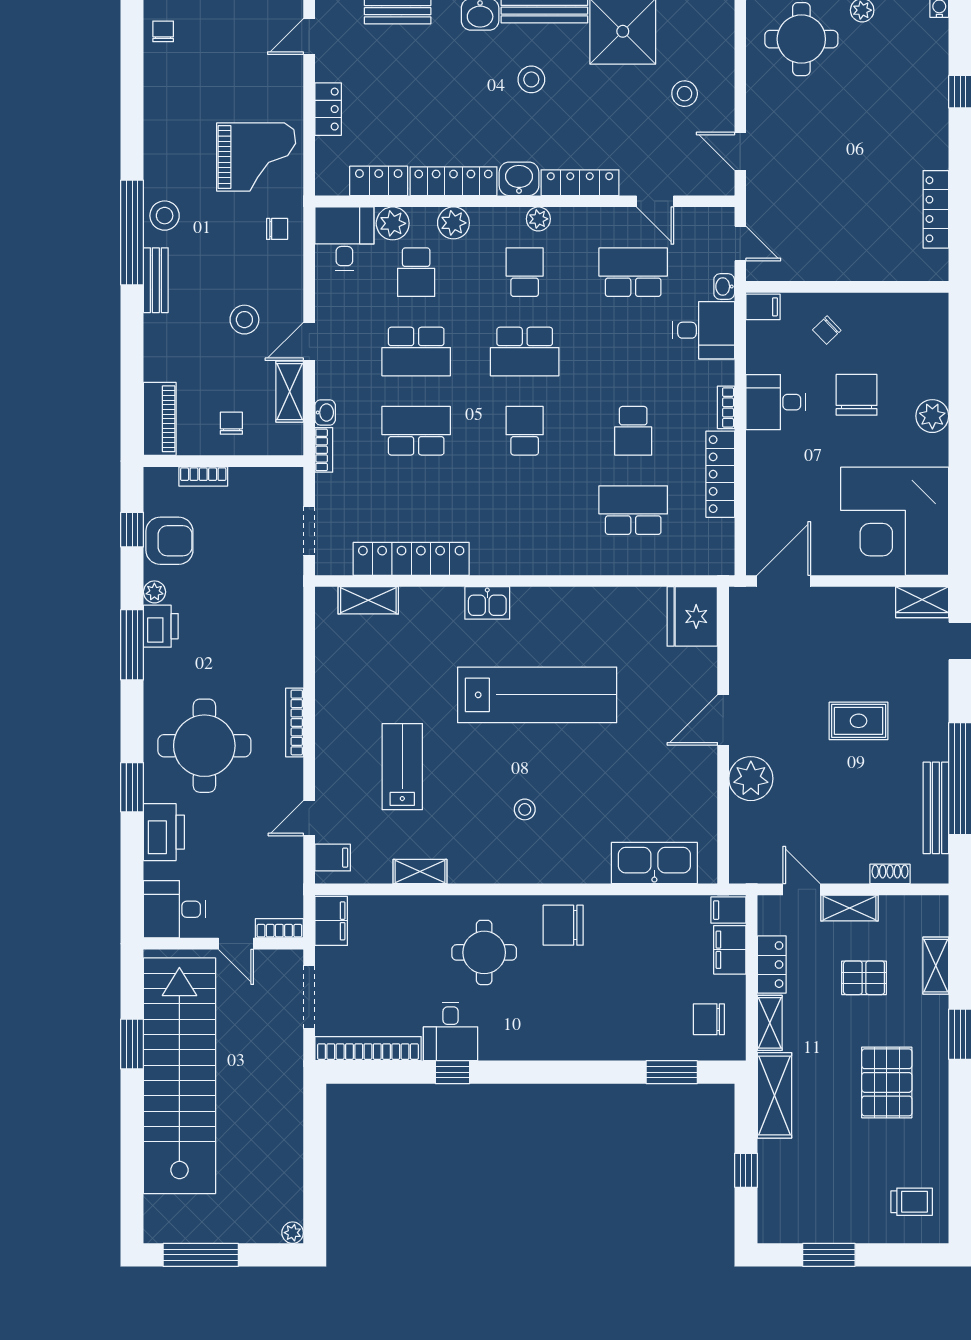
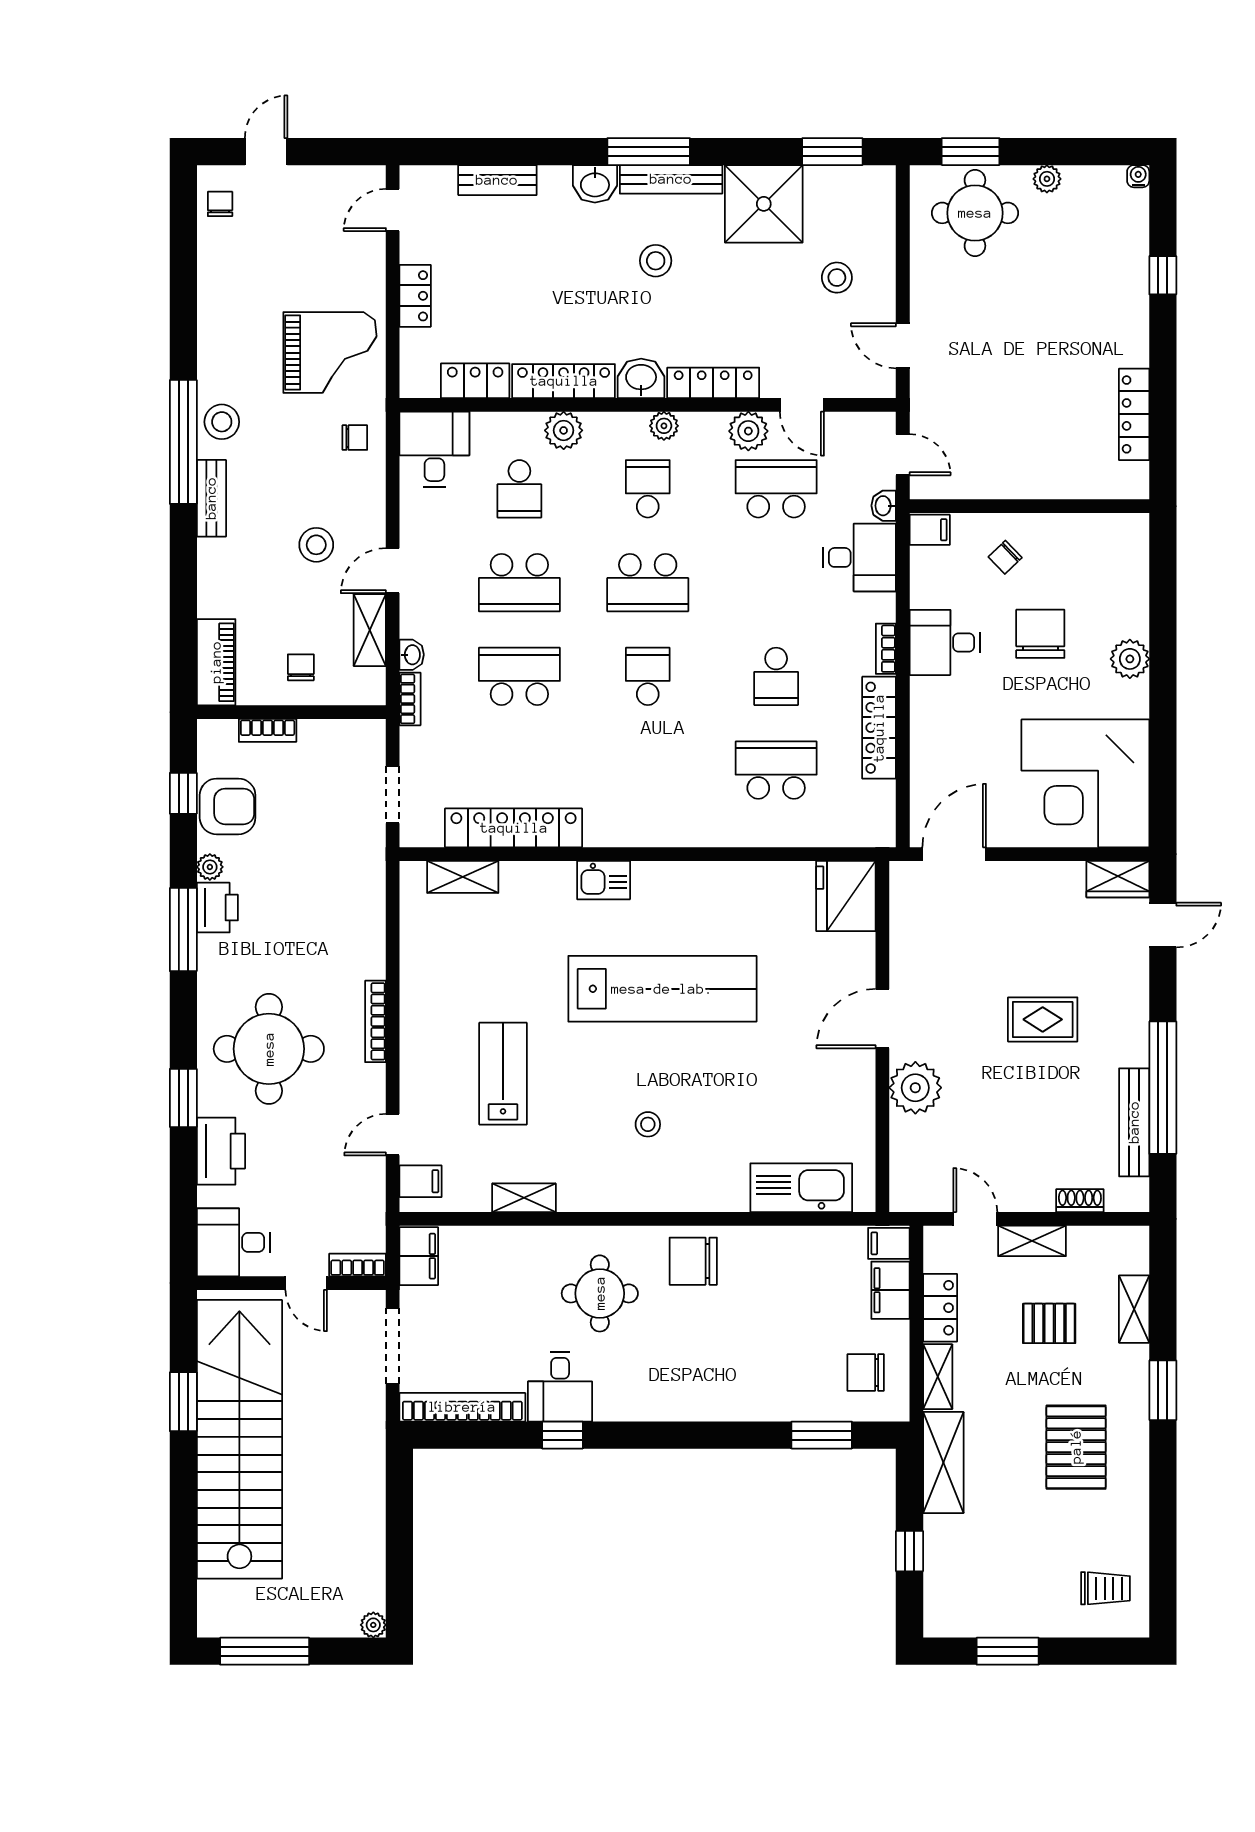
plant: (393, 223) -> (748, 431), moved

